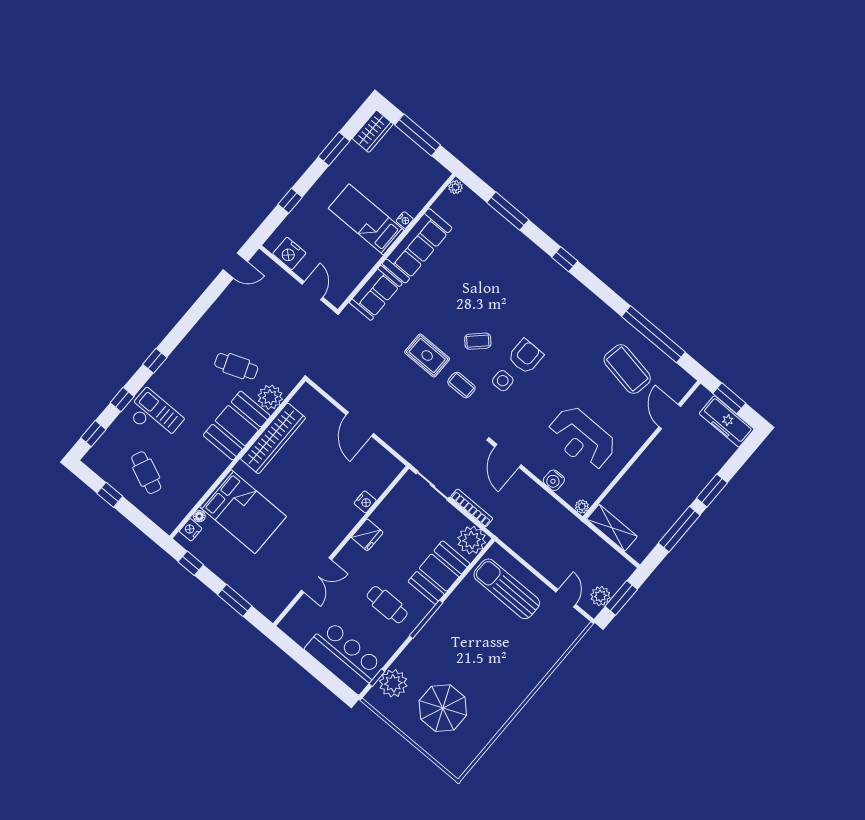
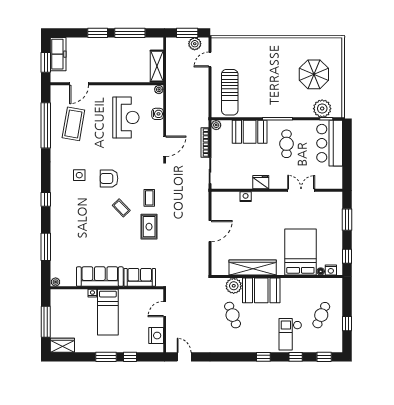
window: (334, 149) -> (106, 357), moved
side table: (503, 381) -> (79, 175), moved
plant: (472, 540) -> (216, 125), width x0.53, depth x0.53

